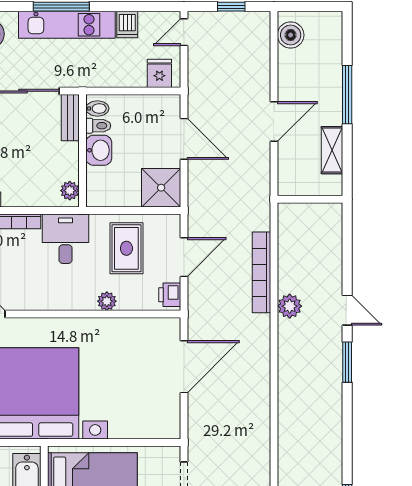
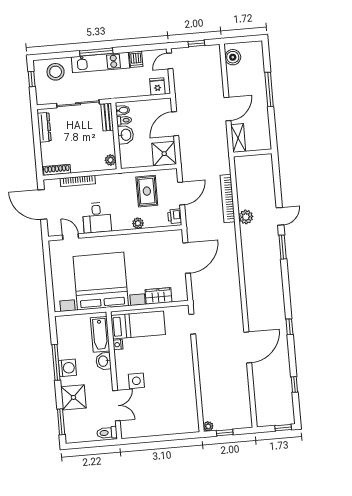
door: (184, 139) -> (175, 124), swing flipped
shelving: (332, 150) -> (238, 138), moved
desk: (66, 239) -> (97, 218), moved, turned 180
door: (347, 310) -> (280, 216), hinge flipped
wardrobe: (131, 427) -> (158, 296), added

